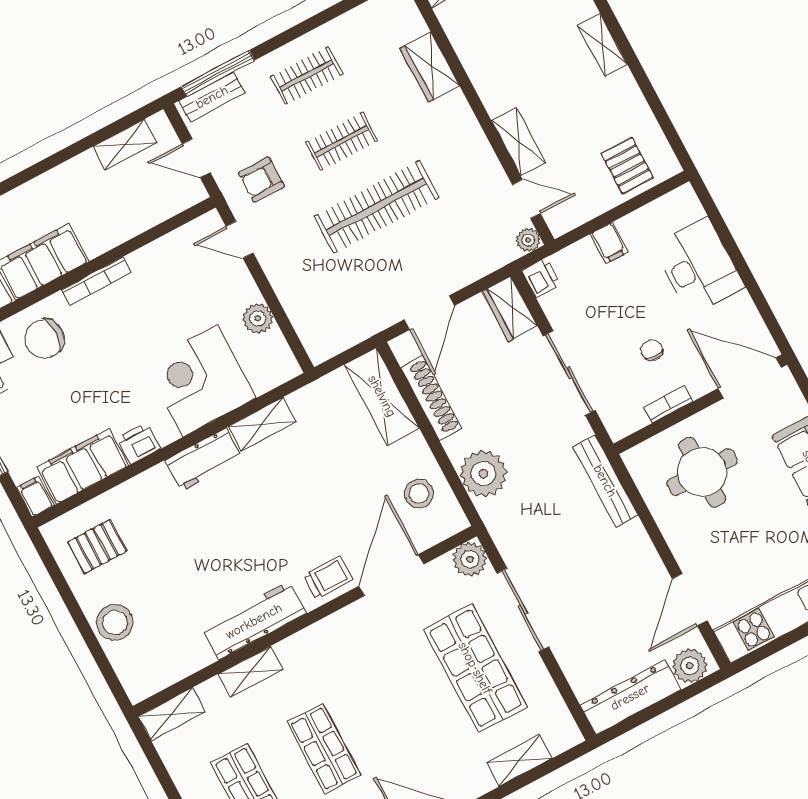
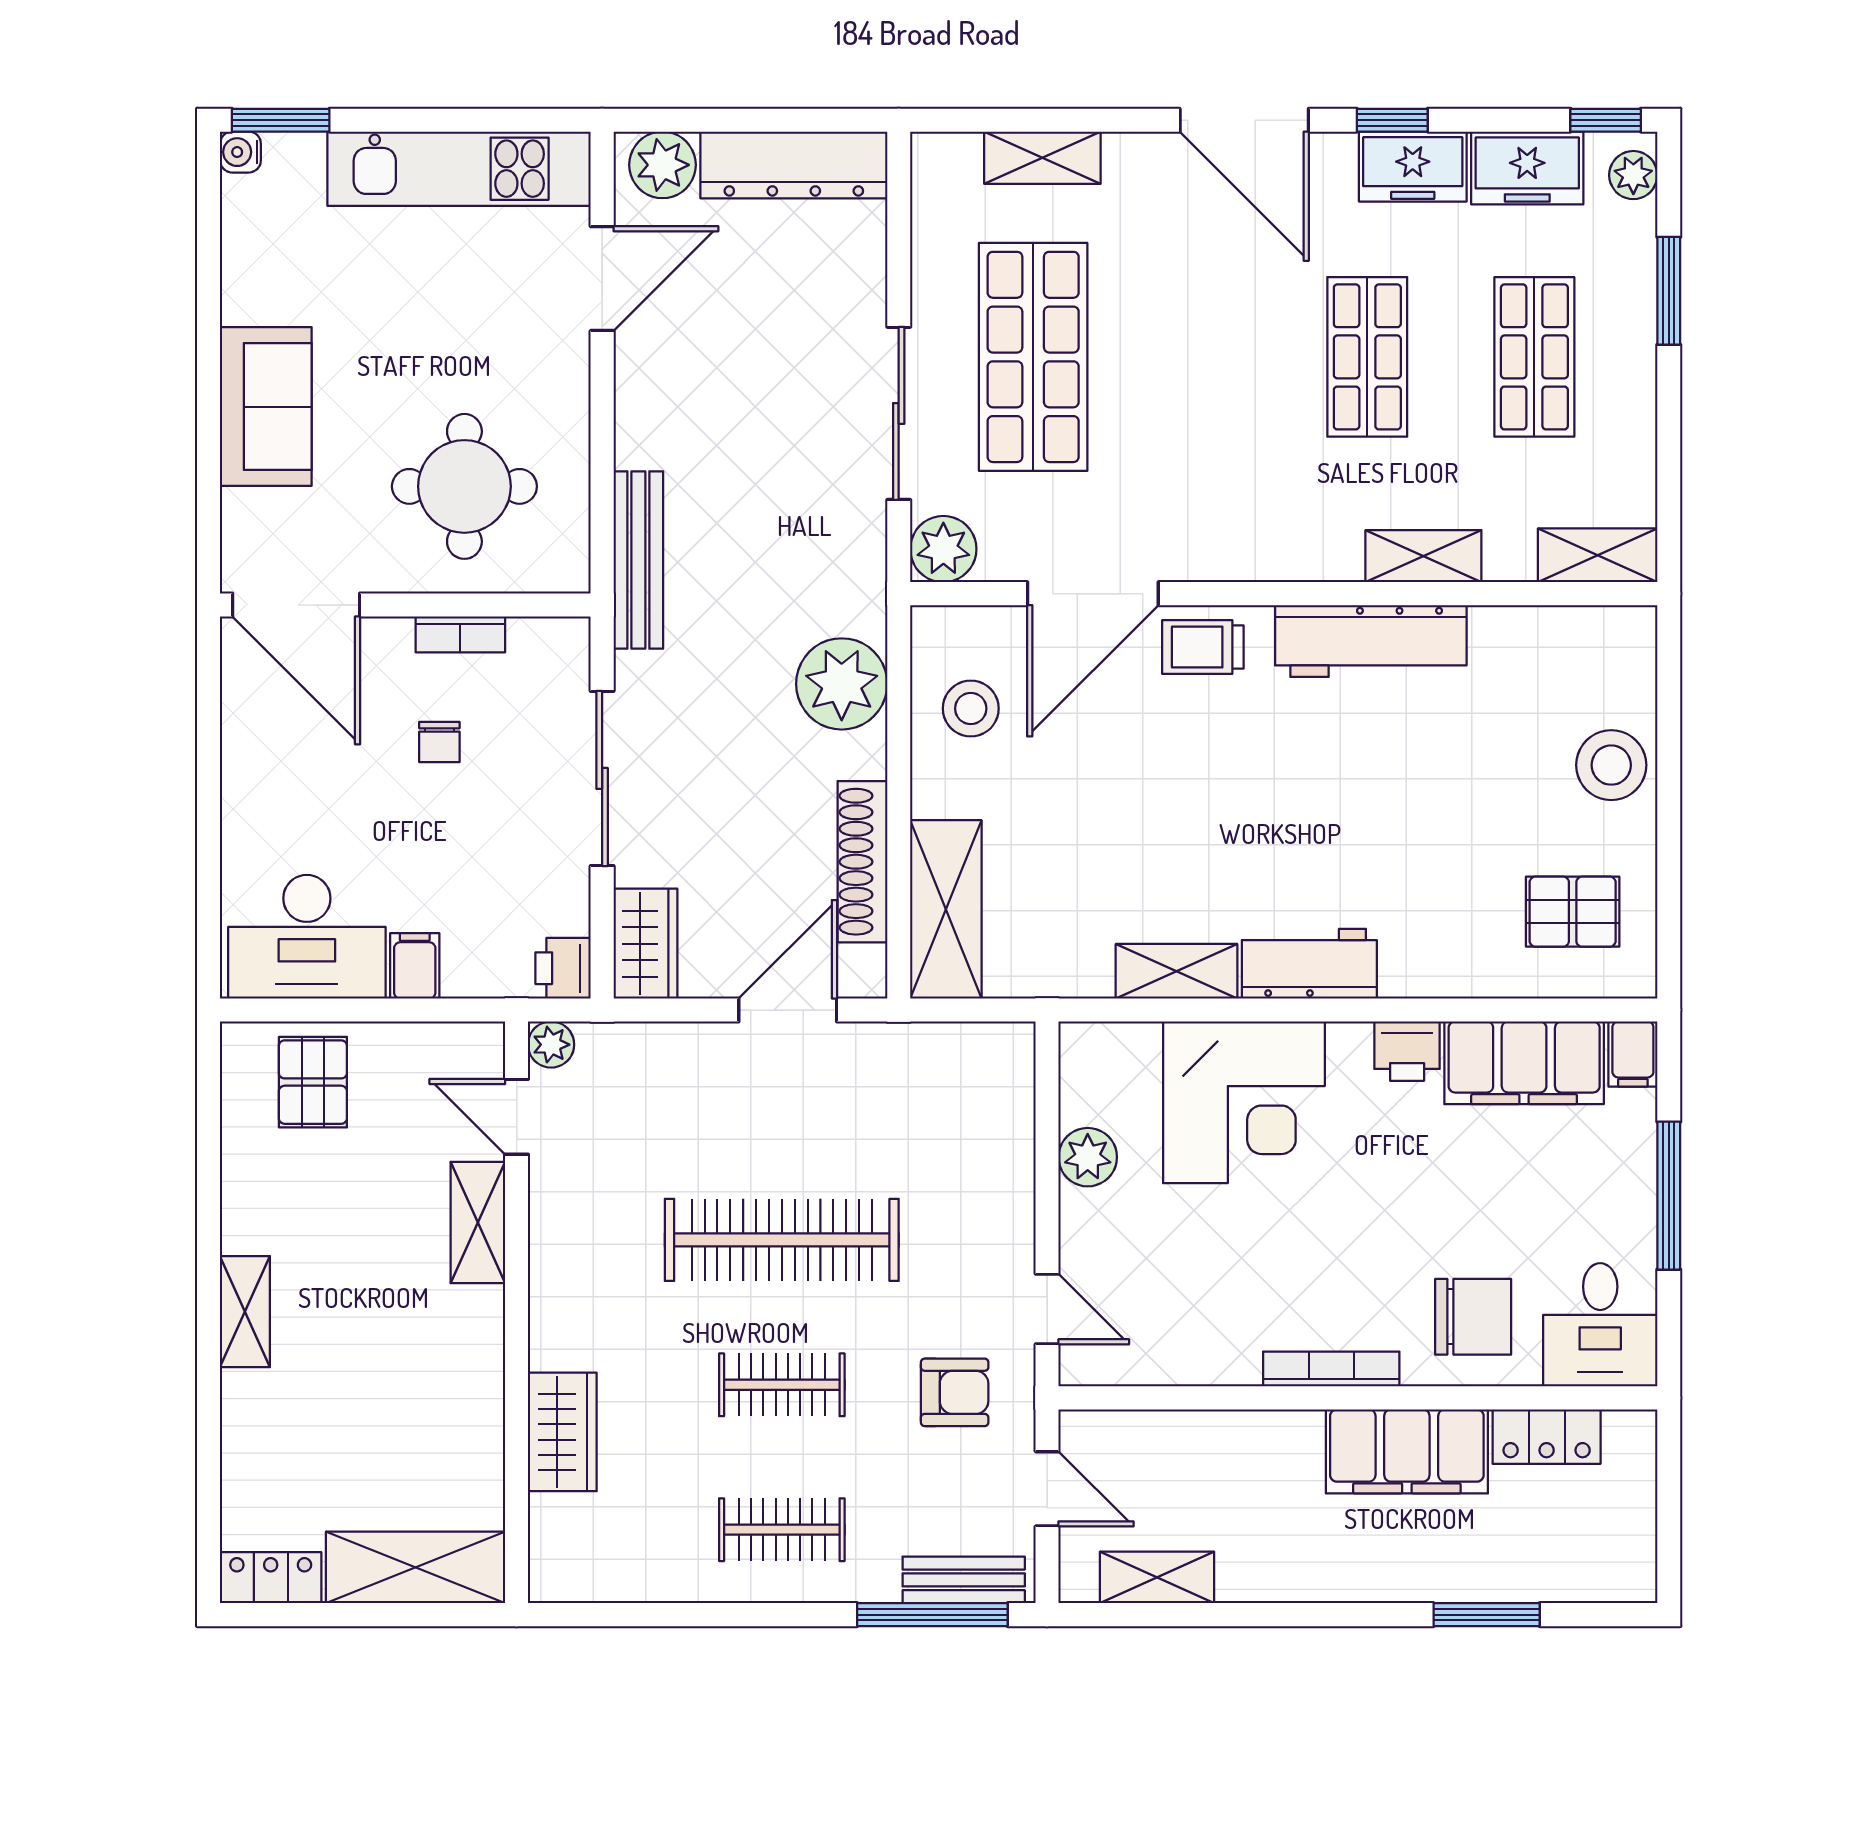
desk: (699, 266) -> (307, 937), moved, turned -90

